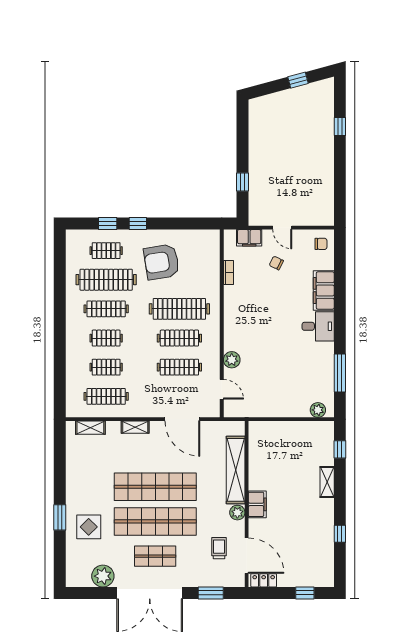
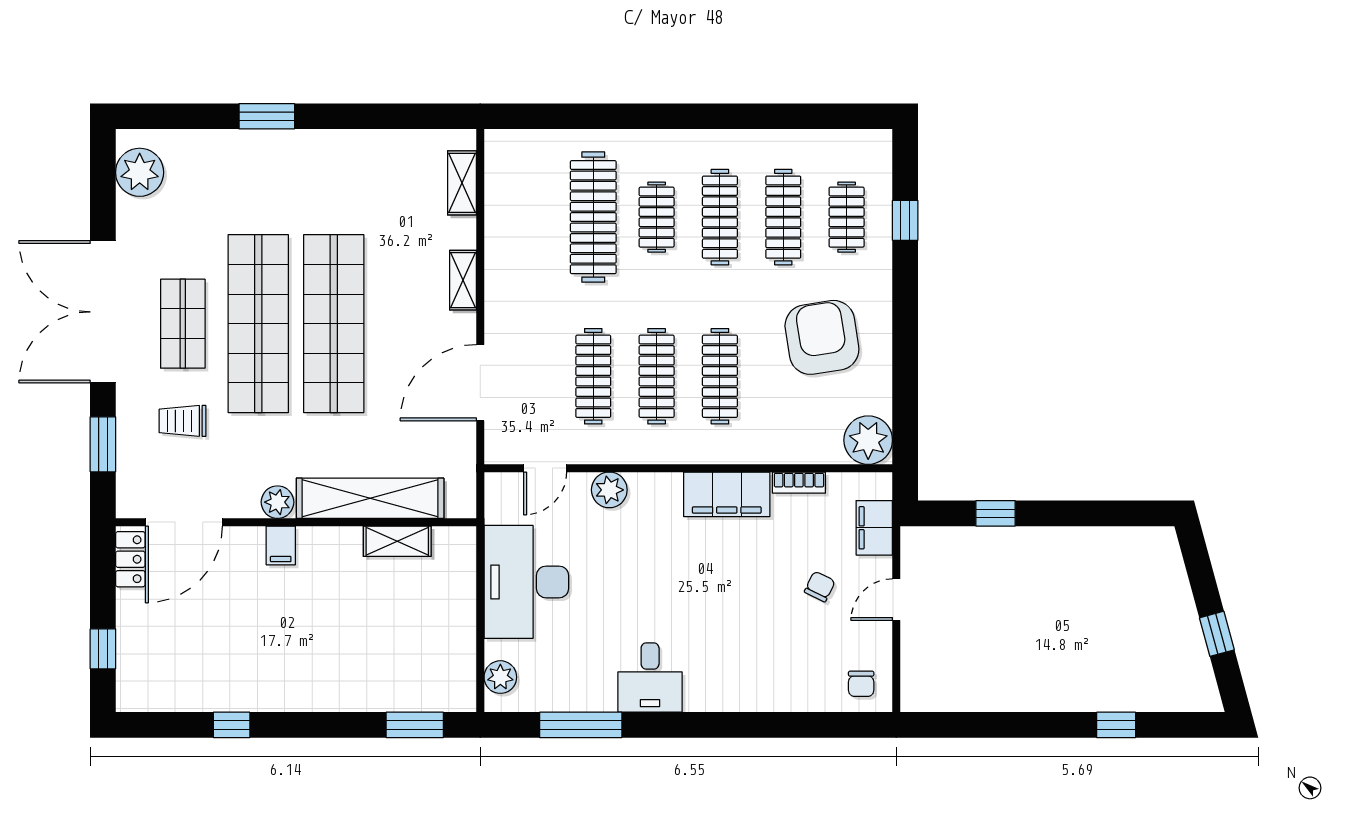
window: (138, 224) -> (905, 286), removed
plant: (209, 241) -> (868, 440), added
clothes rail: (106, 280) -> (783, 217), width x0.73, depth x0.76
filing cabinet: (324, 290) -> (727, 494), moved, turned 180
clothes rail: (179, 309) -> (720, 376), width x0.73, depth x0.76
desk: (318, 326) -> (650, 677), moved
clothes rail: (106, 367) -> (593, 217), width x1.86, depth x1.31
clothes rail: (106, 396) -> (530, 217), removed
desk: (274, 398) -> (526, 582), added
window: (340, 449) -> (415, 725), width x1.50
shelving: (327, 482) -> (397, 541), moved
filing cabinet: (257, 504) -> (281, 545), width x0.50
display table: (89, 527) -> (246, 179), removed
trolley: (219, 548) -> (183, 421), moved, turned 180
plant: (103, 576) -> (140, 172), moved

